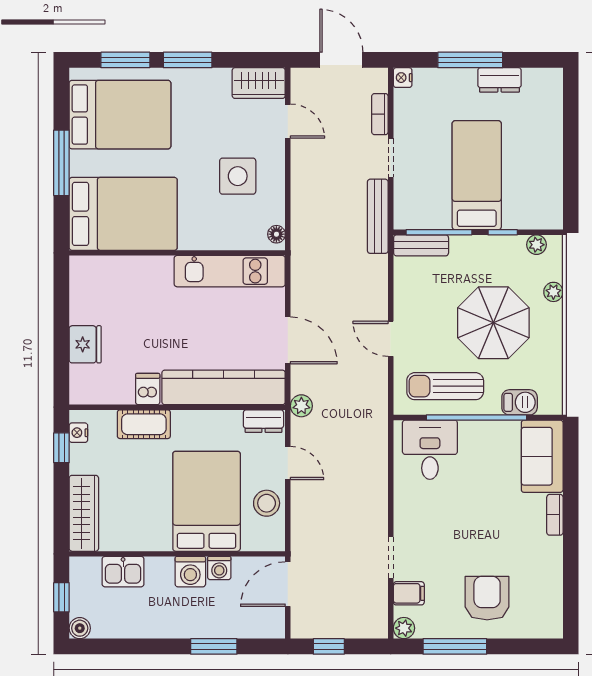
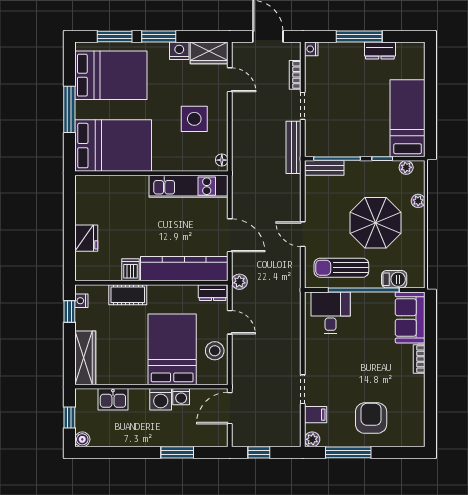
nightstand: (217, 80) -> (179, 51), added
bed: (477, 175) -> (408, 118), moved

